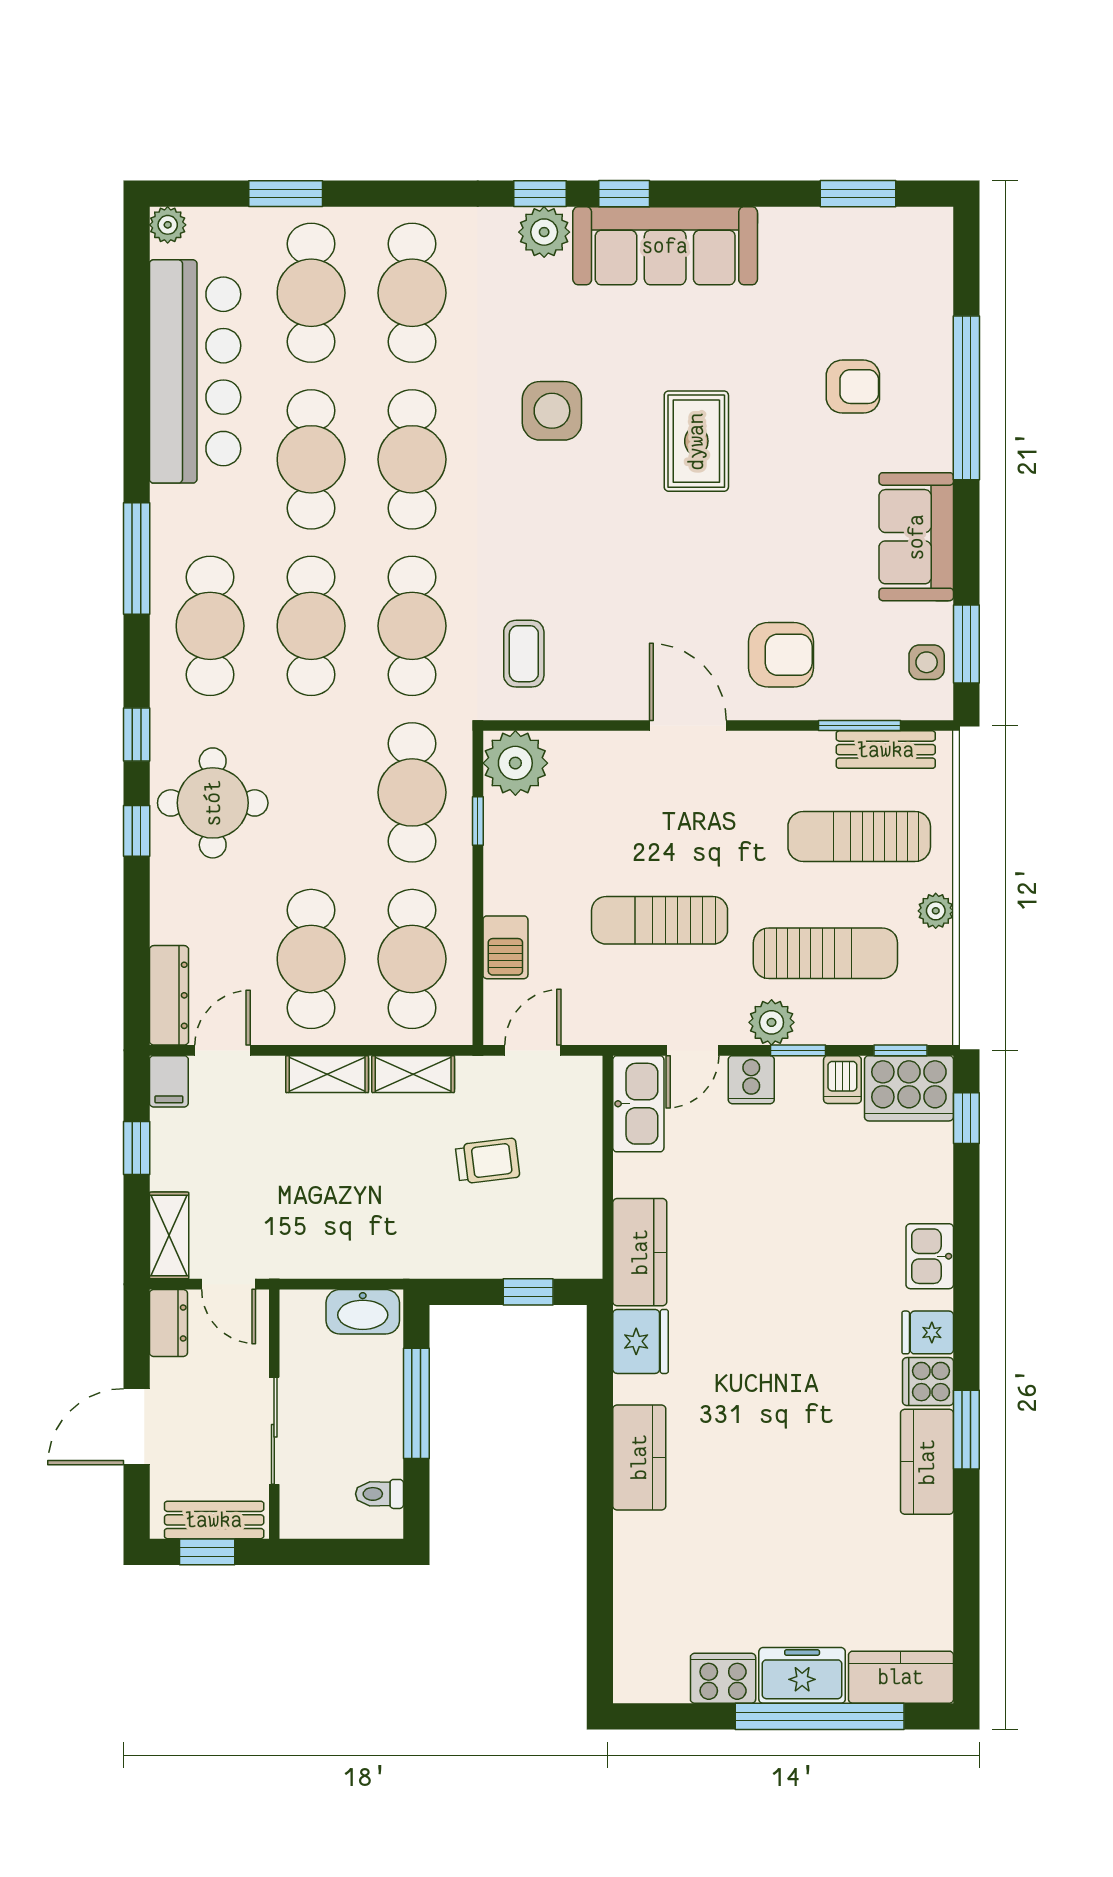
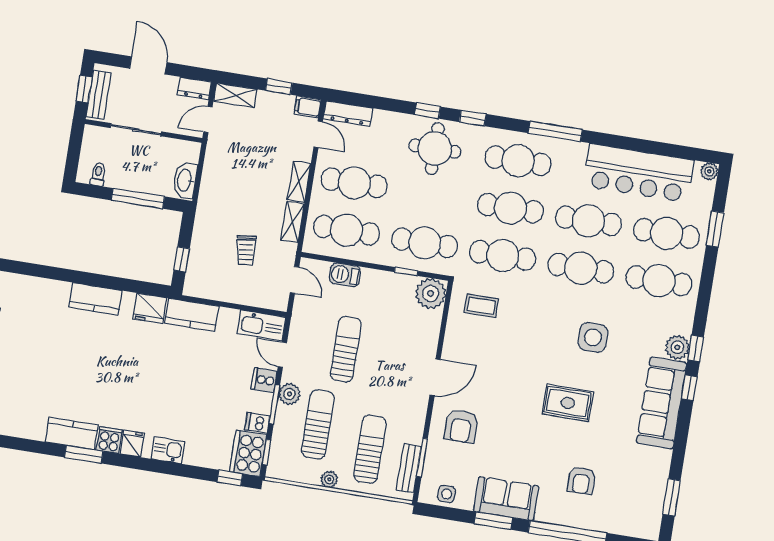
window: (966, 644) -> (493, 521), moved
sun lounger: (825, 953) -> (318, 424), turned 180
window: (798, 1050) -> (274, 404), width x1.50

